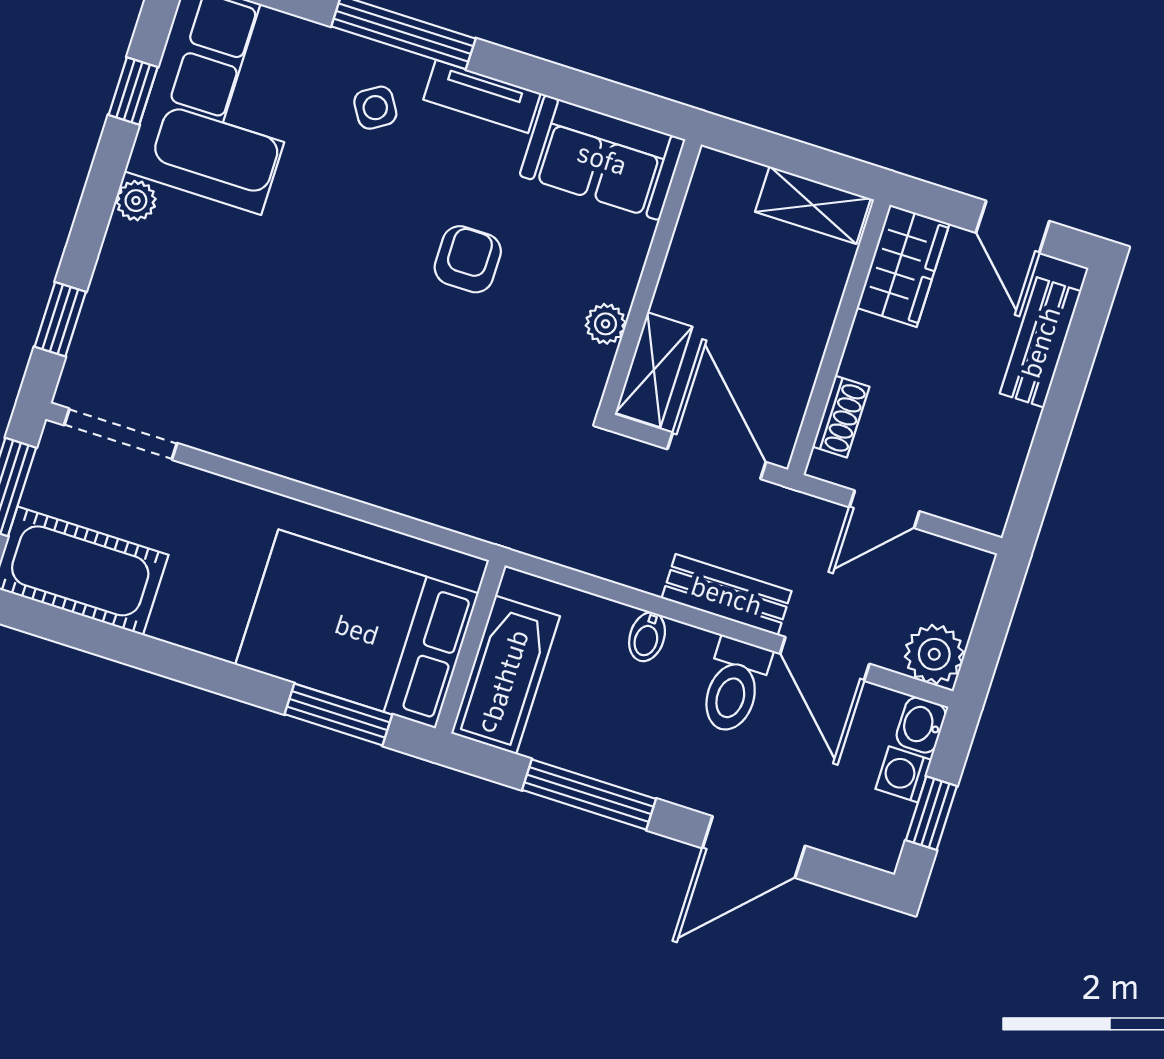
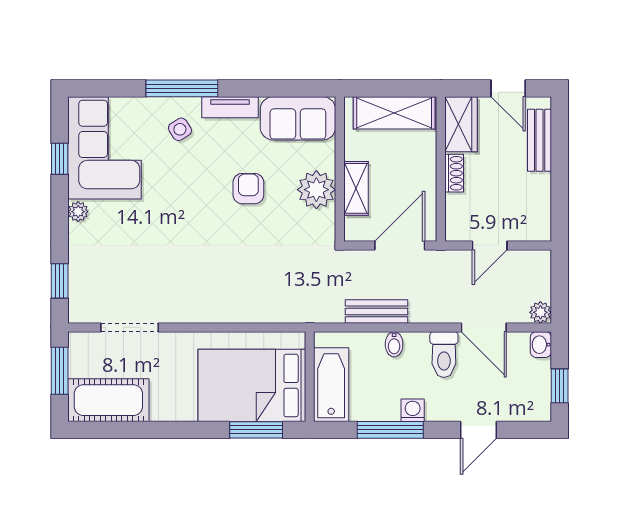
shelving: (813, 205) -> (394, 113), width x1.50, depth x1.33
plant: (606, 324) -> (316, 190), width x1.88, depth x1.88
shelving: (654, 370) -> (356, 188), moved
shoe rack: (841, 417) -> (454, 173), moved
doorway: (121, 434) -> (130, 327), moved
door: (717, 456) -> (400, 245), hinge flipped
bench: (727, 595) -> (376, 311), moved
plant: (934, 654) -> (540, 312), width x0.73, depth x0.73
washing machine: (903, 774) -> (413, 410), moved, turned 90
door: (754, 847) -> (478, 430), width x0.73

